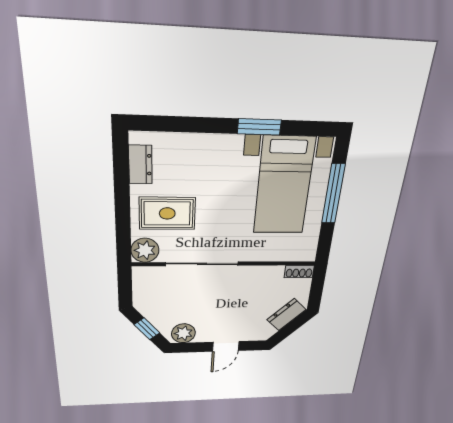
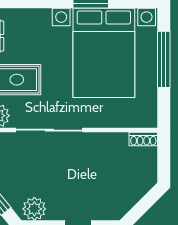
bed with nightstands: (284, 186) -> (104, 53), width x1.36
dresser: (286, 315) -> (137, 189), removed

